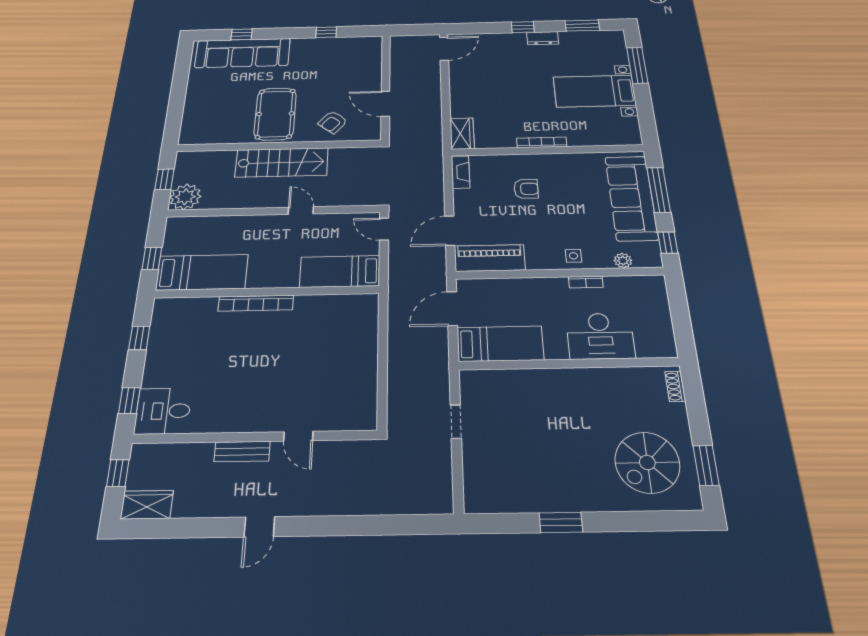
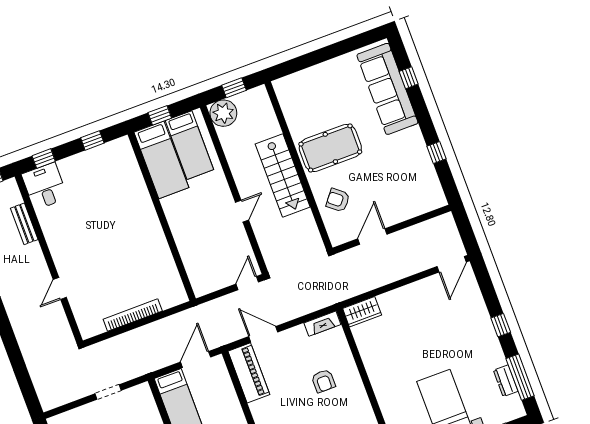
window: (582, 26) -> (520, 377), width x1.44
dresser: (543, 38) -> (506, 381), moved
door: (444, 49) -> (452, 264), hinge flipped
bookcase: (542, 142) -> (375, 380), removed
bed: (340, 271) -> (189, 145), moved, turned 180
bookcase: (256, 303) -> (133, 315), moved, turned 90
door: (452, 309) -> (196, 359), hinge flipped
bench: (242, 451) -> (24, 224), moved

